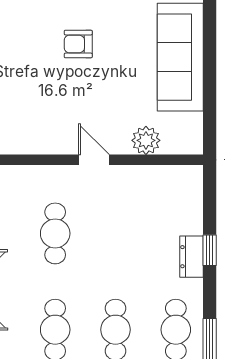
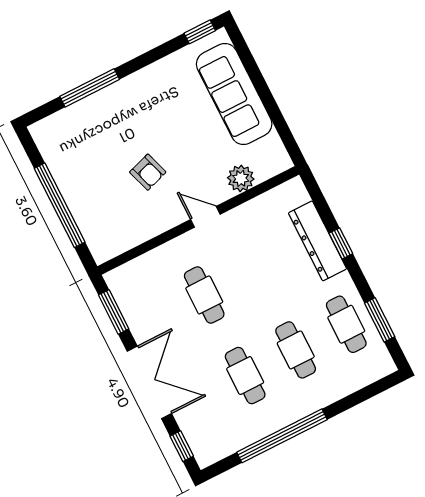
armchair: (78, 44) -> (148, 172), moved, turned -108
dresser: (192, 257) -> (318, 241), width x1.96, depth x1.24

